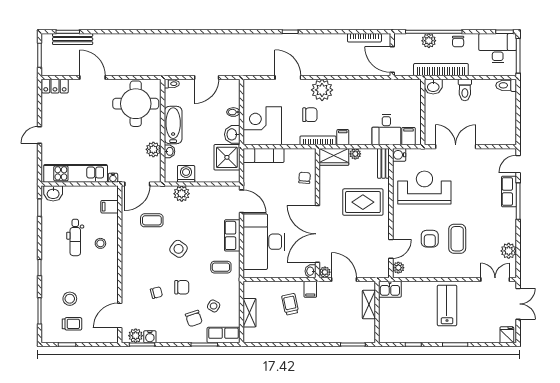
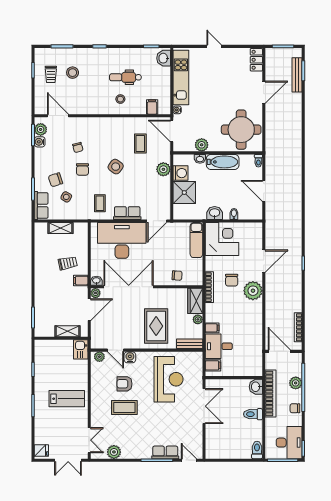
door: (392, 60) -> (279, 351), hinge flipped
filing cabinet: (343, 137) -> (212, 328), moved
water cooler: (399, 155) -> (130, 357), moved
shower: (227, 157) -> (184, 193), moved

